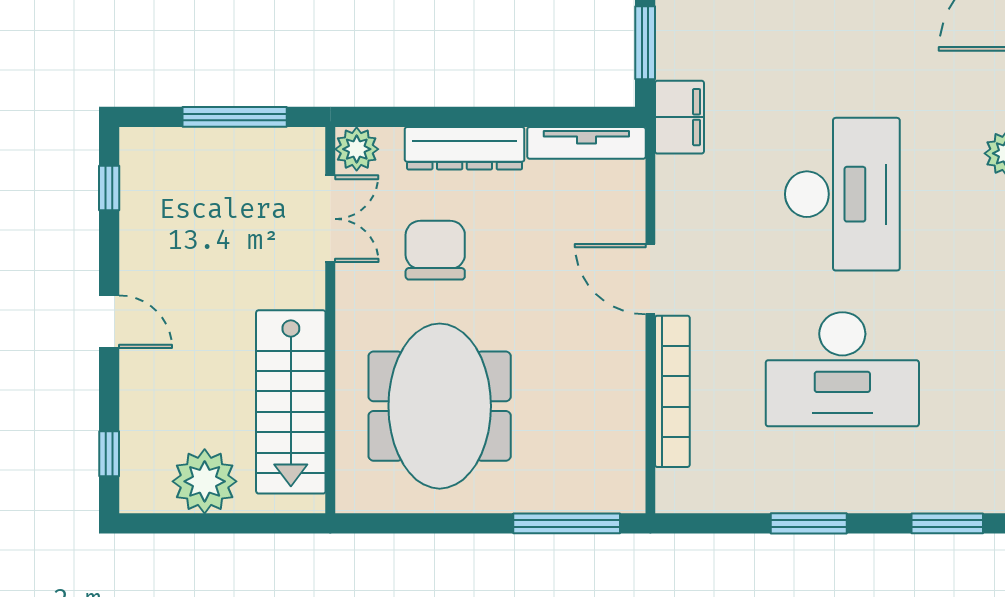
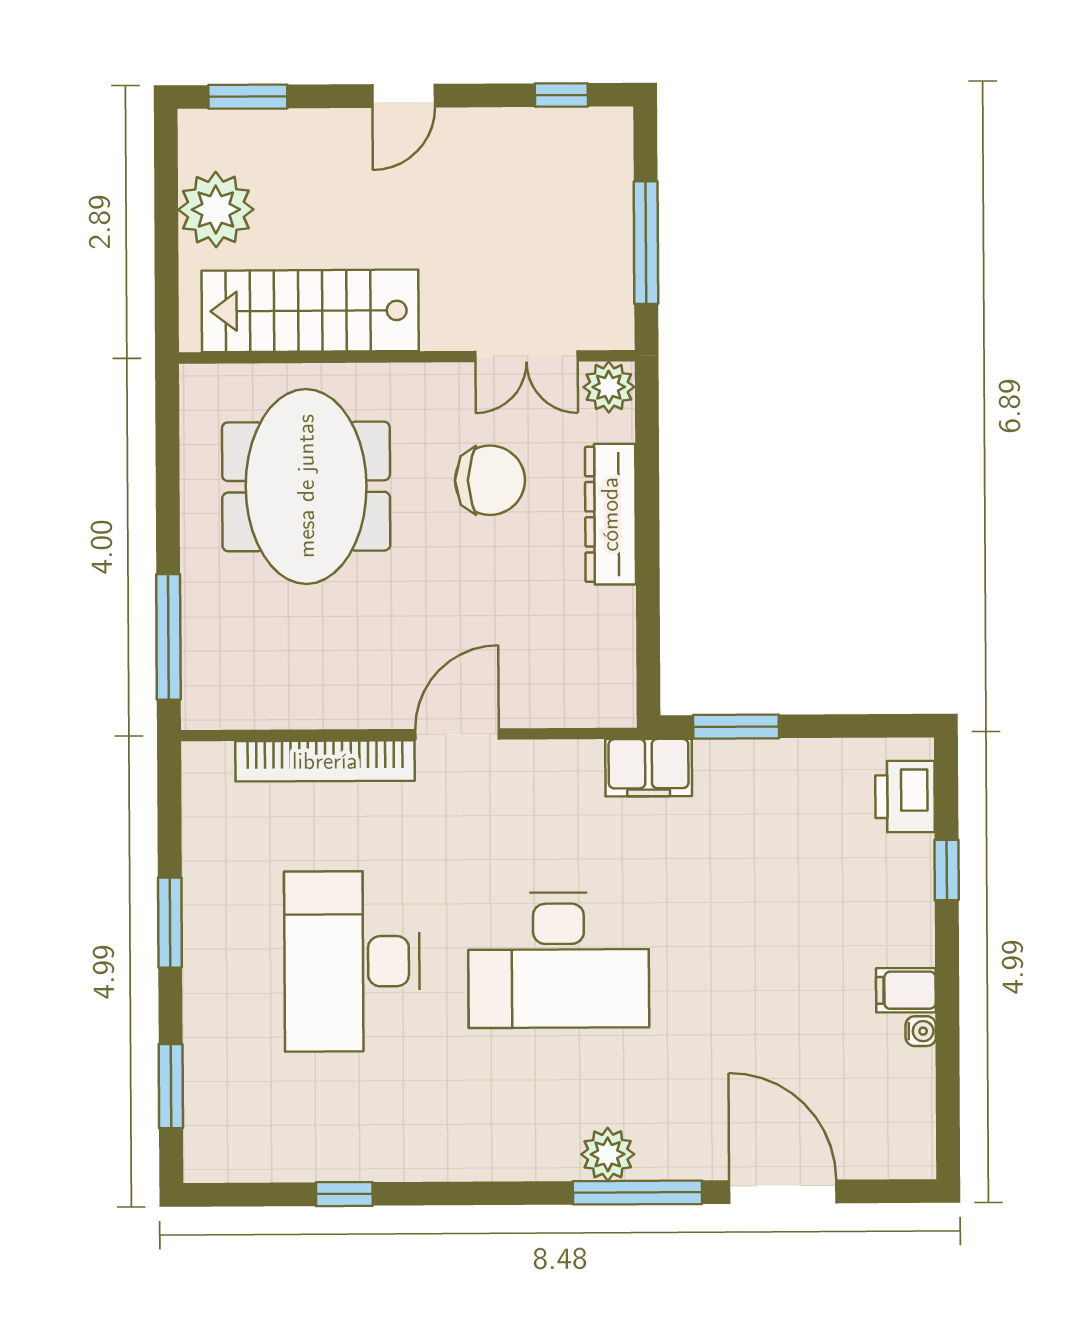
tv unit: (586, 143) -> (617, 658), removed
meeting table: (440, 406) -> (306, 486), turned 90
window: (109, 454) -> (248, 97), width x1.50

